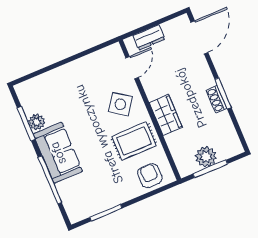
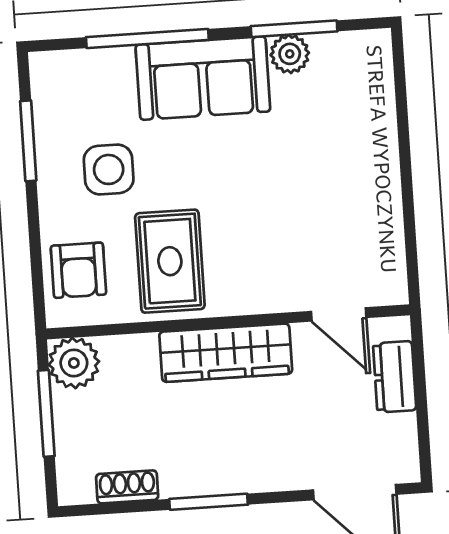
shoe rack: (216, 99) -> (127, 487), moved
side table: (120, 104) -> (109, 169), moved, turned -35
wardrobe: (166, 115) -> (226, 353), width x1.50
plant: (206, 157) -> (74, 363), moved
armchair: (150, 176) -> (78, 270), turned 90

